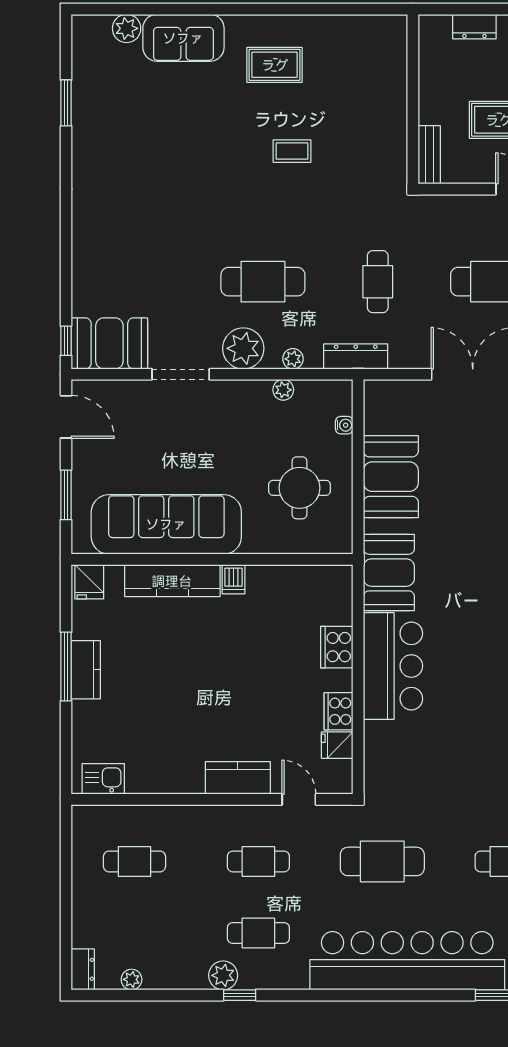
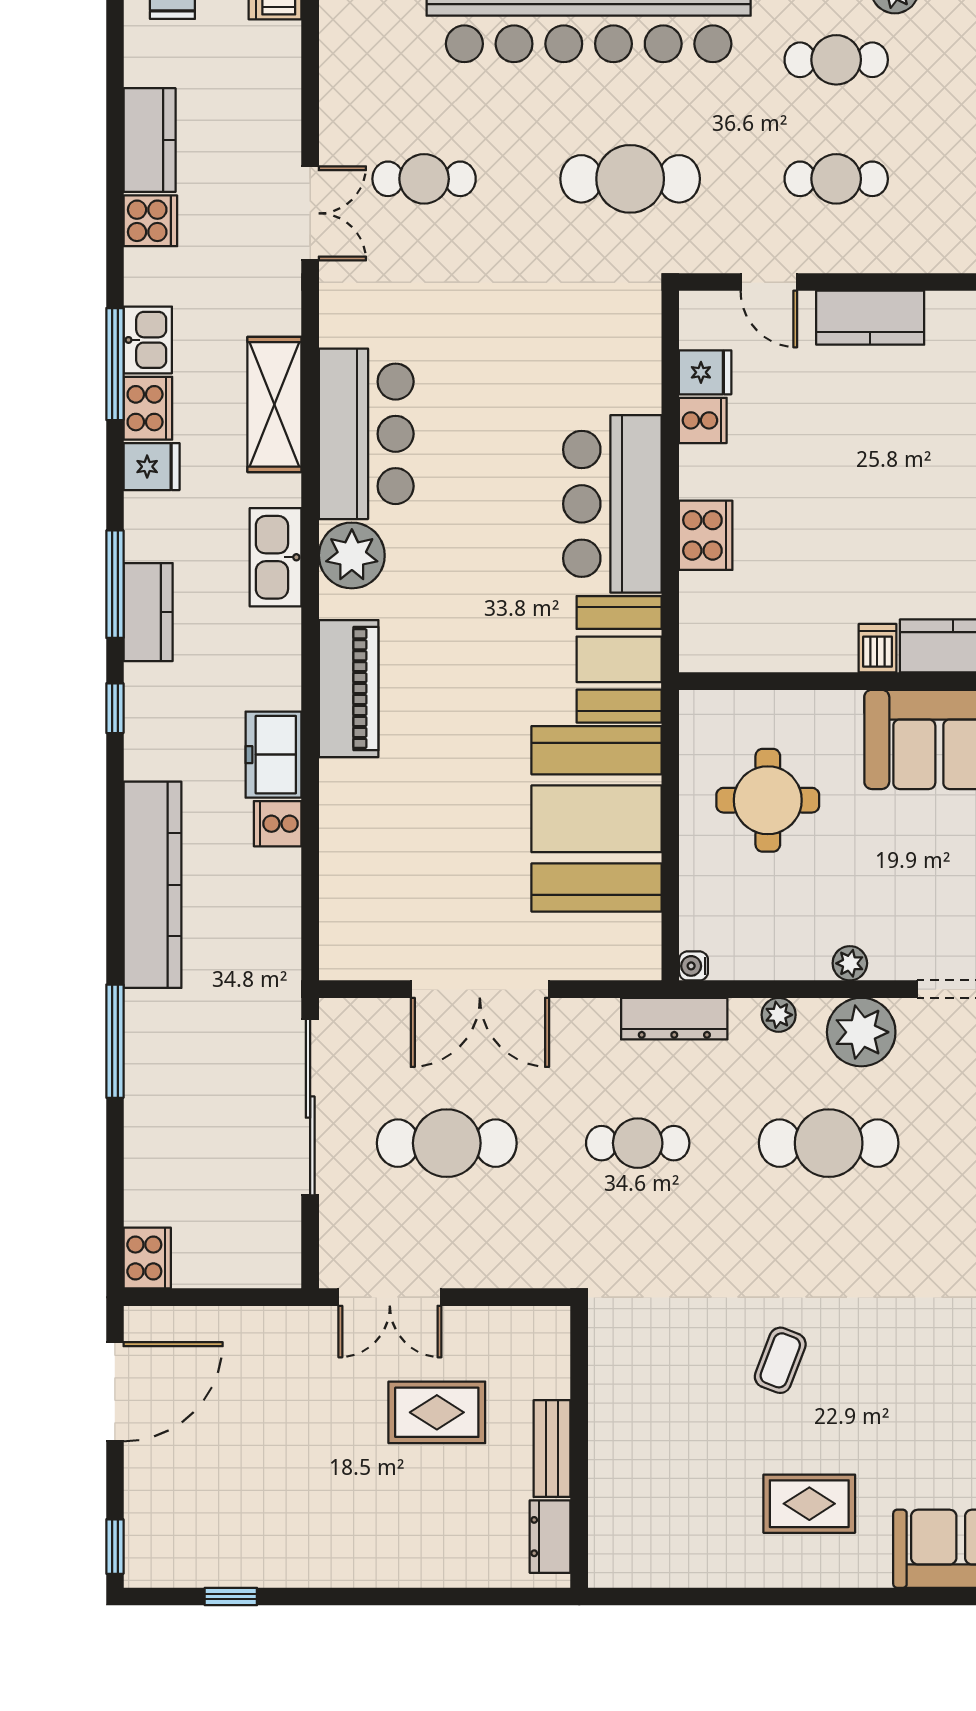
dresser: (474, 27) -> (550, 1537), moved, turned -90
coffee table: (292, 151) -> (780, 1360), turned -69
bench: (429, 155) -> (552, 1449), moved
cafe table: (378, 282) -> (638, 1143), turned 90
plant: (283, 390) -> (850, 963), moved
water cooler: (344, 425) -> (693, 966), moved
booth: (391, 477) -> (596, 819), width x1.36, depth x1.42
cooker: (339, 711) -> (703, 420), width x0.73

